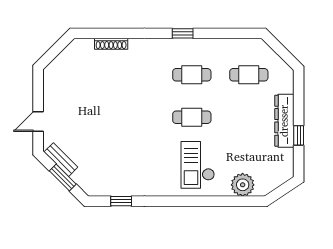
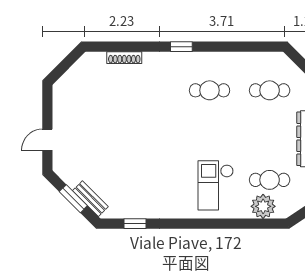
window: (183, 33) -> (181, 47), moved
cafe table: (192, 117) -> (270, 180), moved
bench: (61, 160) -> (90, 199), moved

